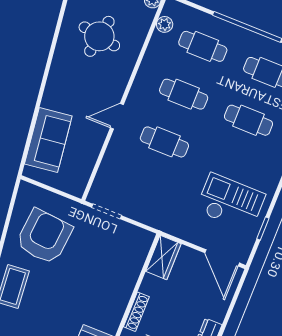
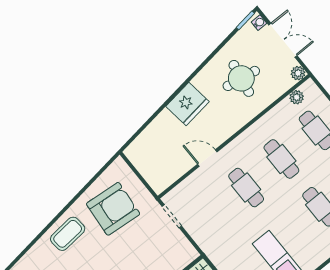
fridge: (60, 92) -> (187, 104), added
door: (117, 116) -> (207, 158), moved
sofa: (48, 140) -> (158, 136), removed

